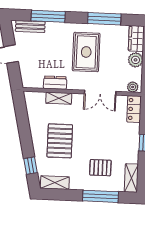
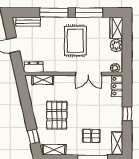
window: (48, 16) -> (54, 13), moved
dresser: (55, 83) -> (34, 67), moved
shelving: (59, 98) -> (43, 80), moved

